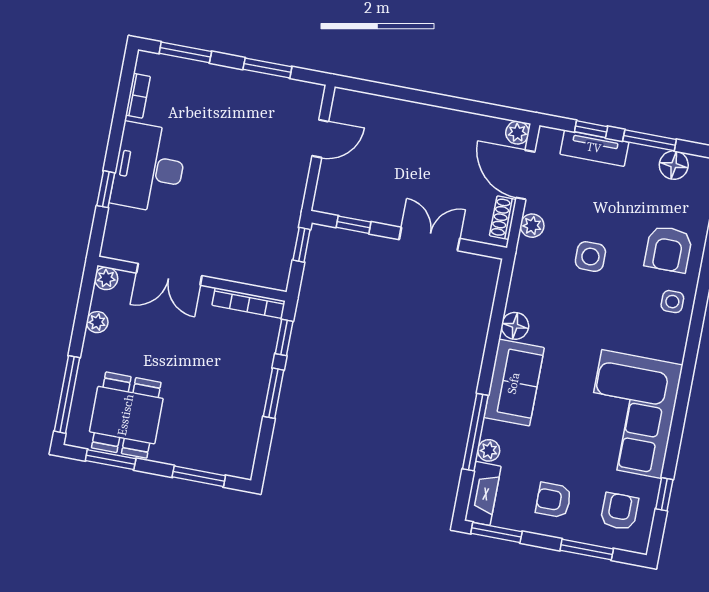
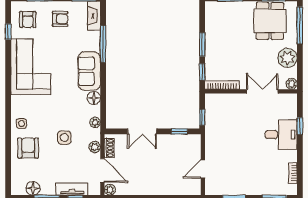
desk: (149, 168) -> (281, 135), width x0.73
plant: (97, 322) -> (287, 58), width x1.87, depth x1.87
plant: (489, 450) -> (95, 122), moved

